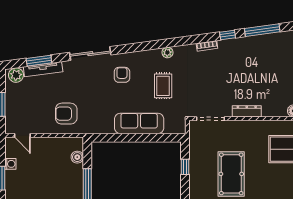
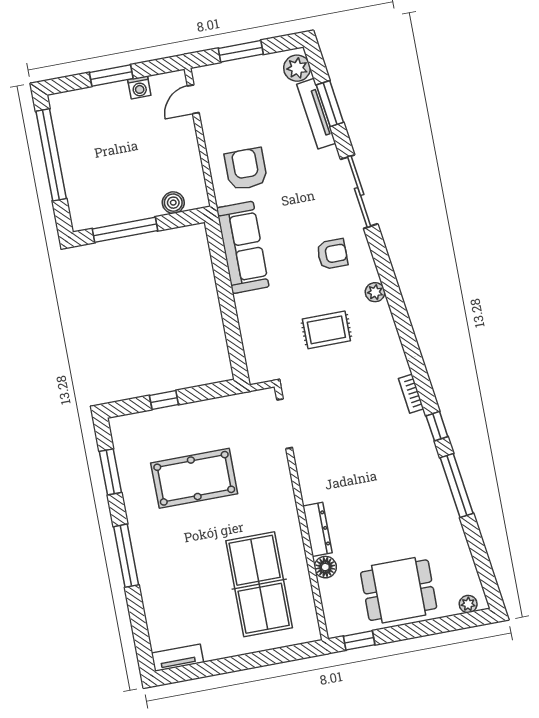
plant: (167, 52) -> (375, 292), moved
dresser: (247, 111) -> (317, 529), moved
sofa: (139, 123) -> (243, 247), moved
window: (185, 167) -> (164, 400), moved

